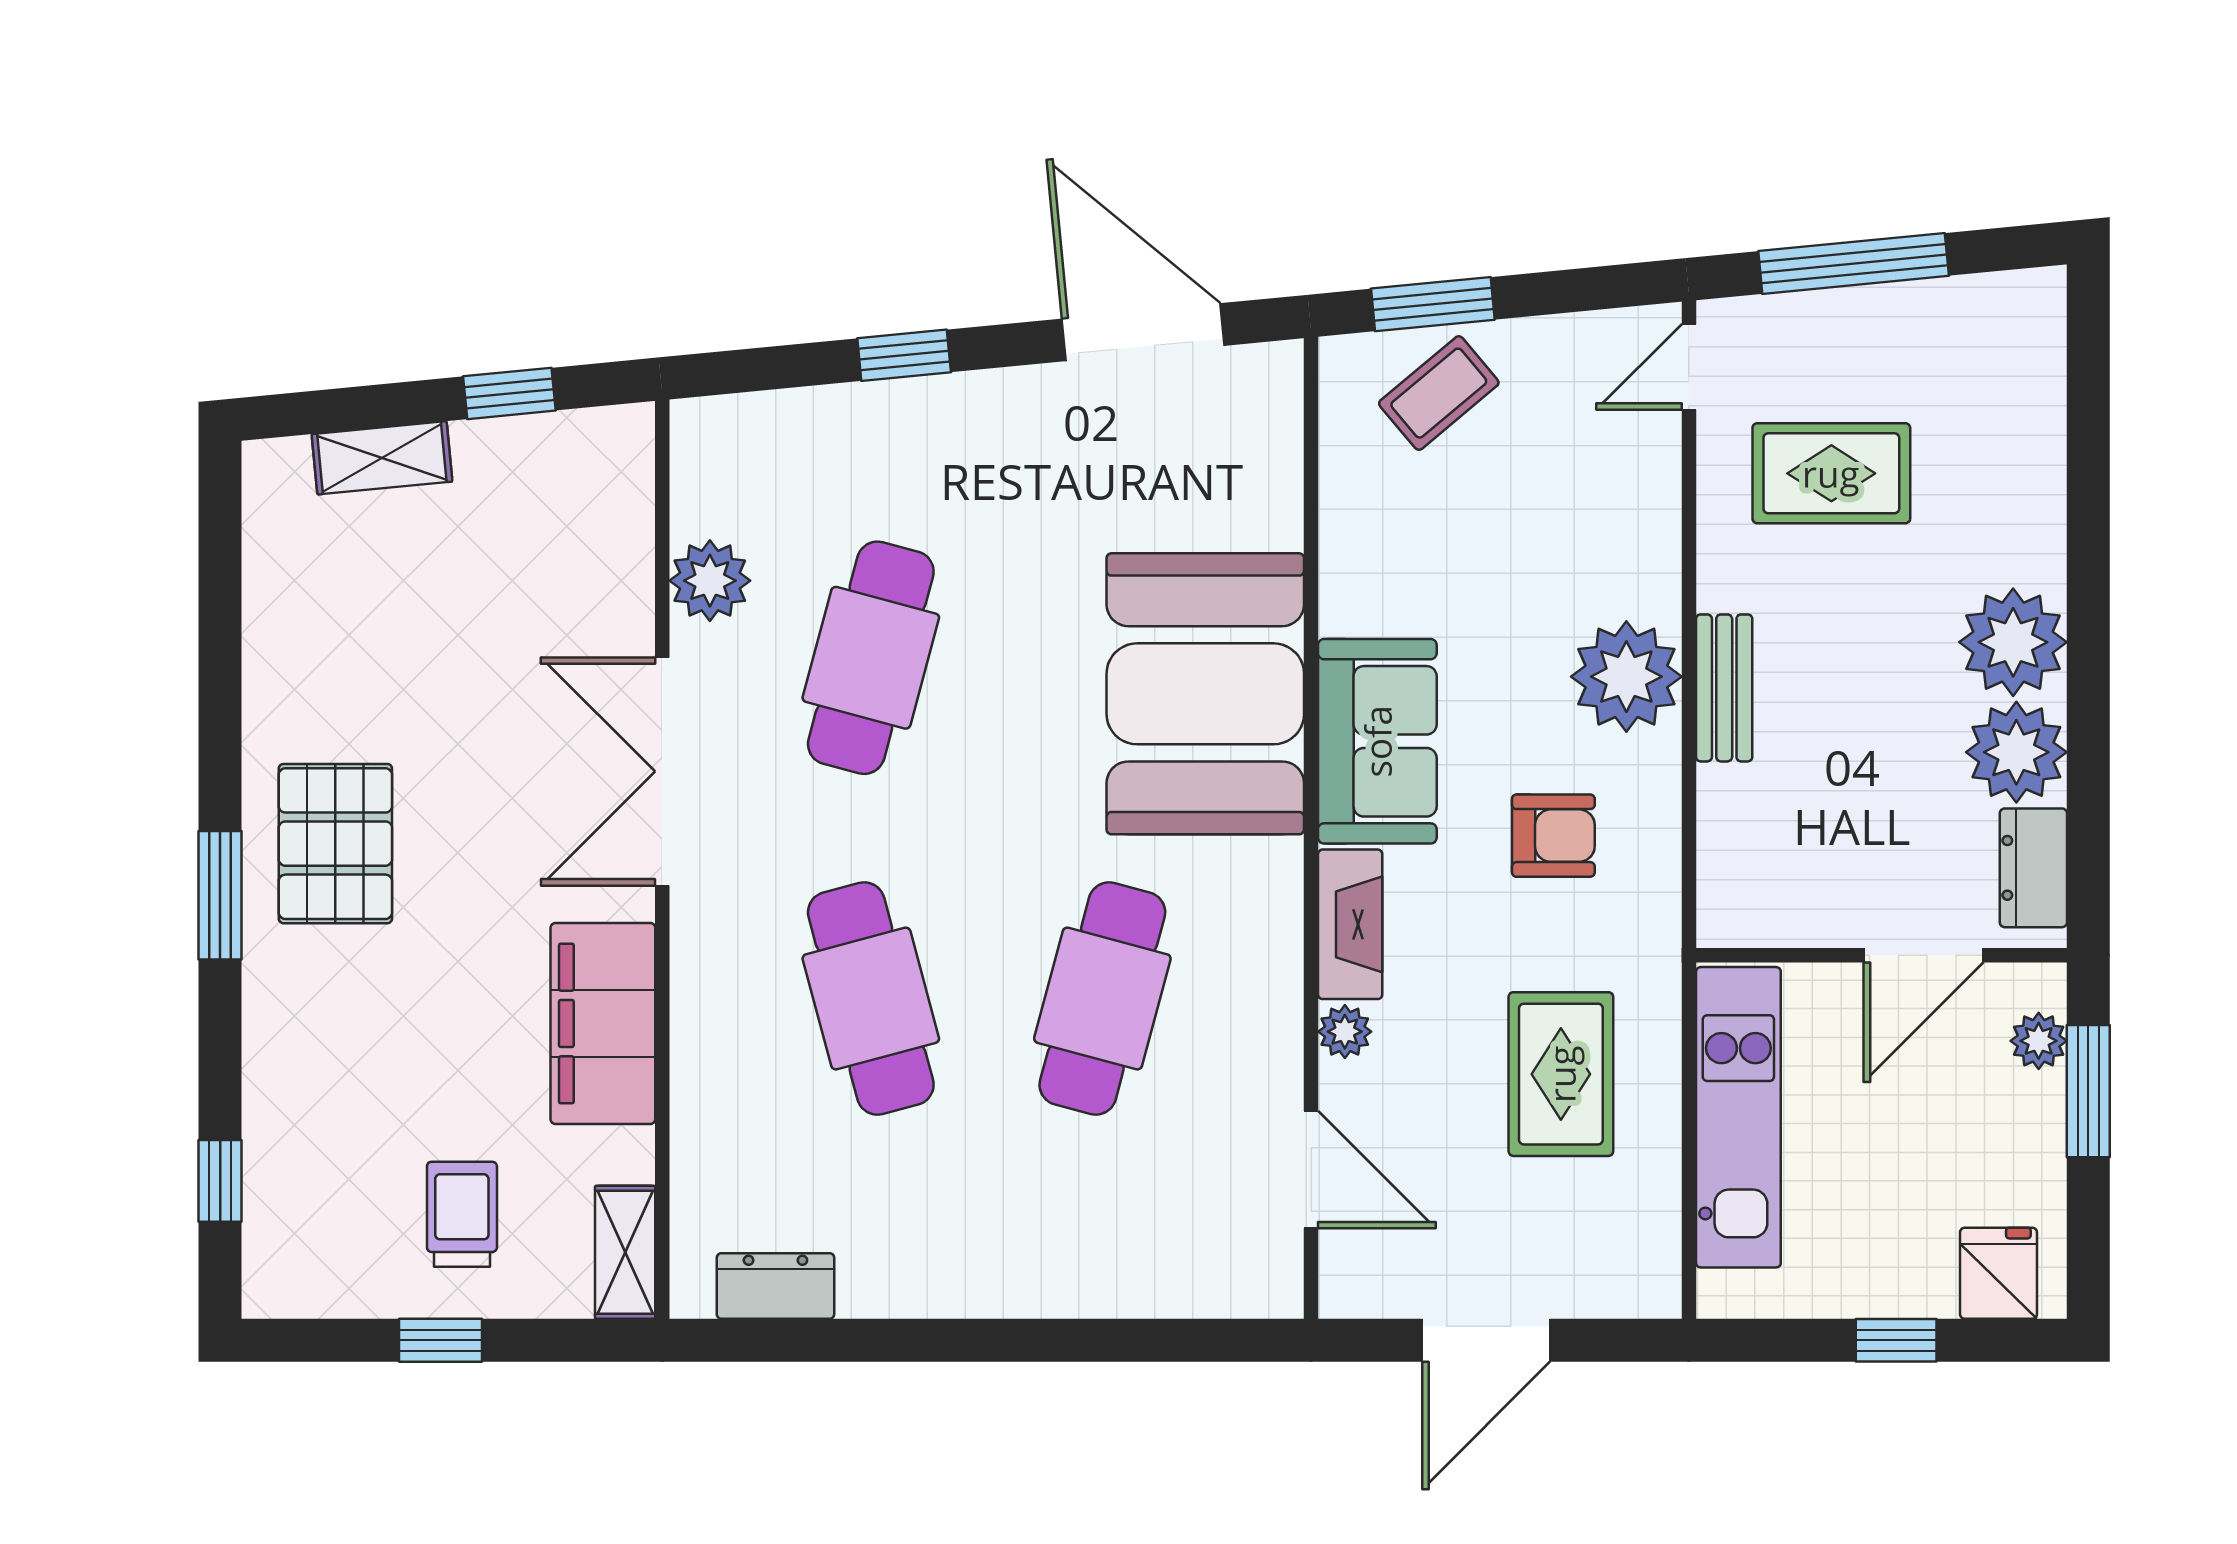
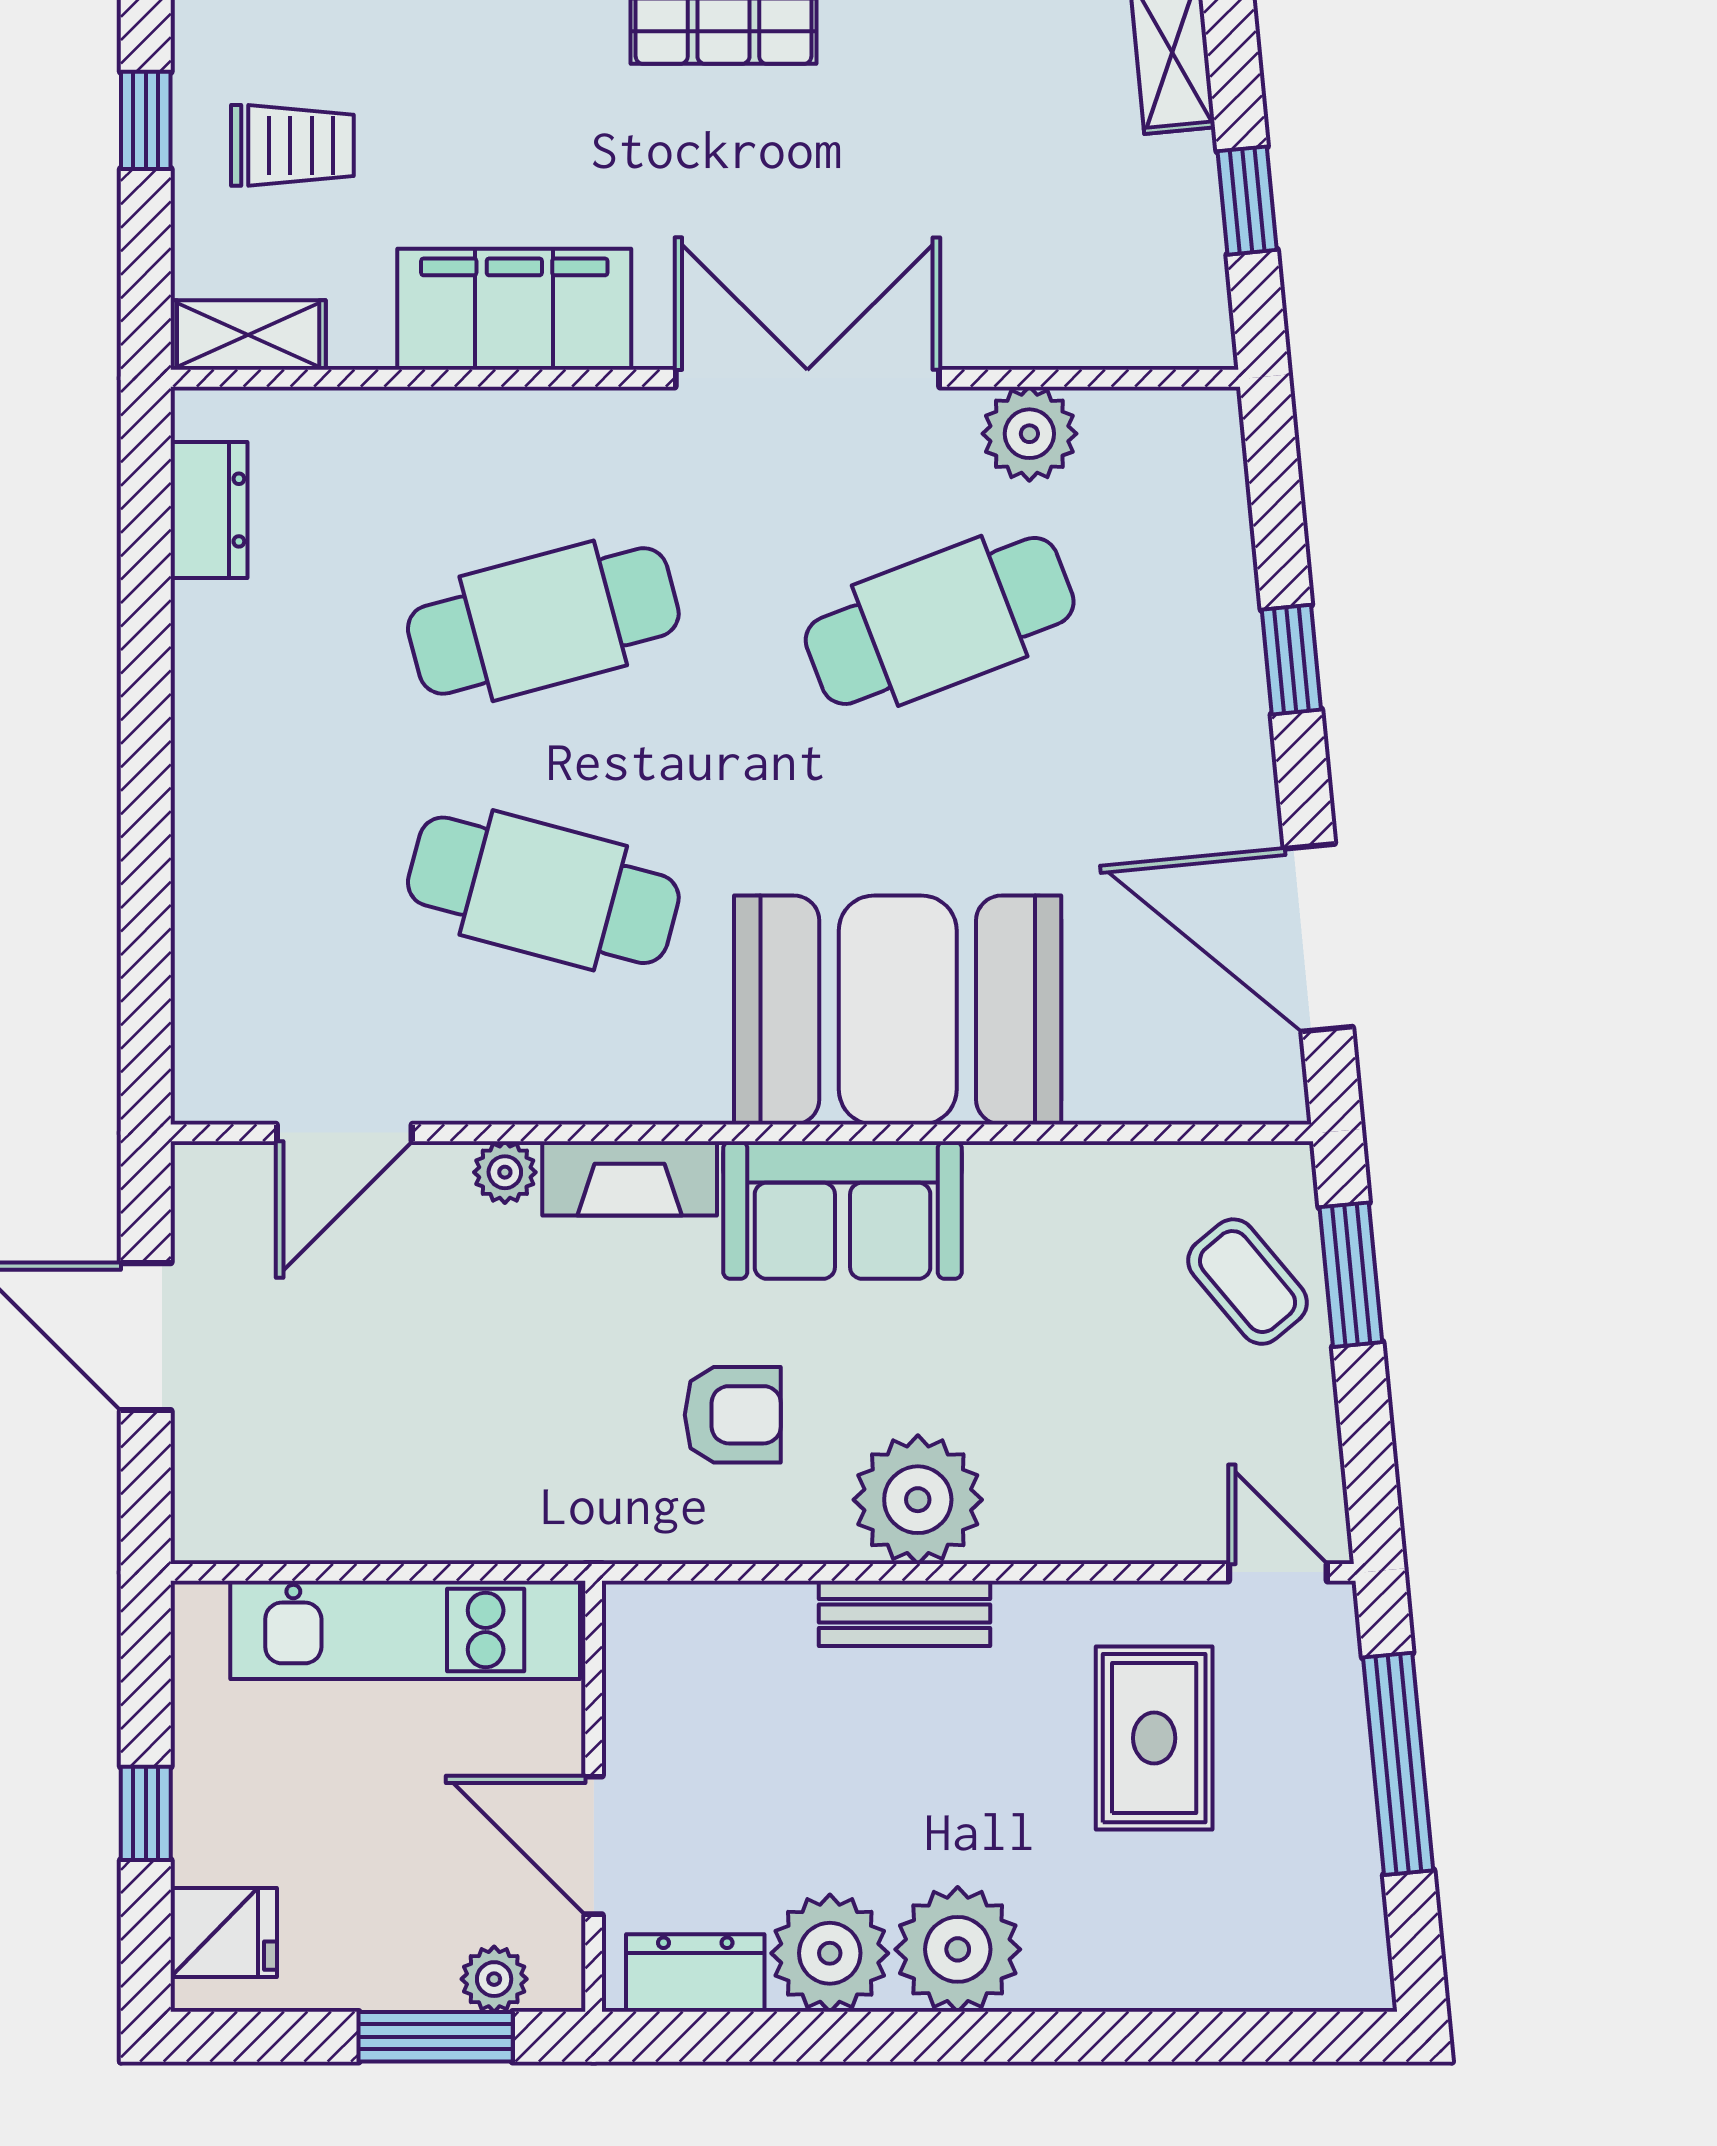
door: (1143, 332) -> (1318, 938), swing flipped
cafe table: (871, 658) -> (940, 621), turned -36
armchair: (1553, 836) -> (733, 1415), turned -90
rug: (1561, 1074) -> (455, 1424), removed

